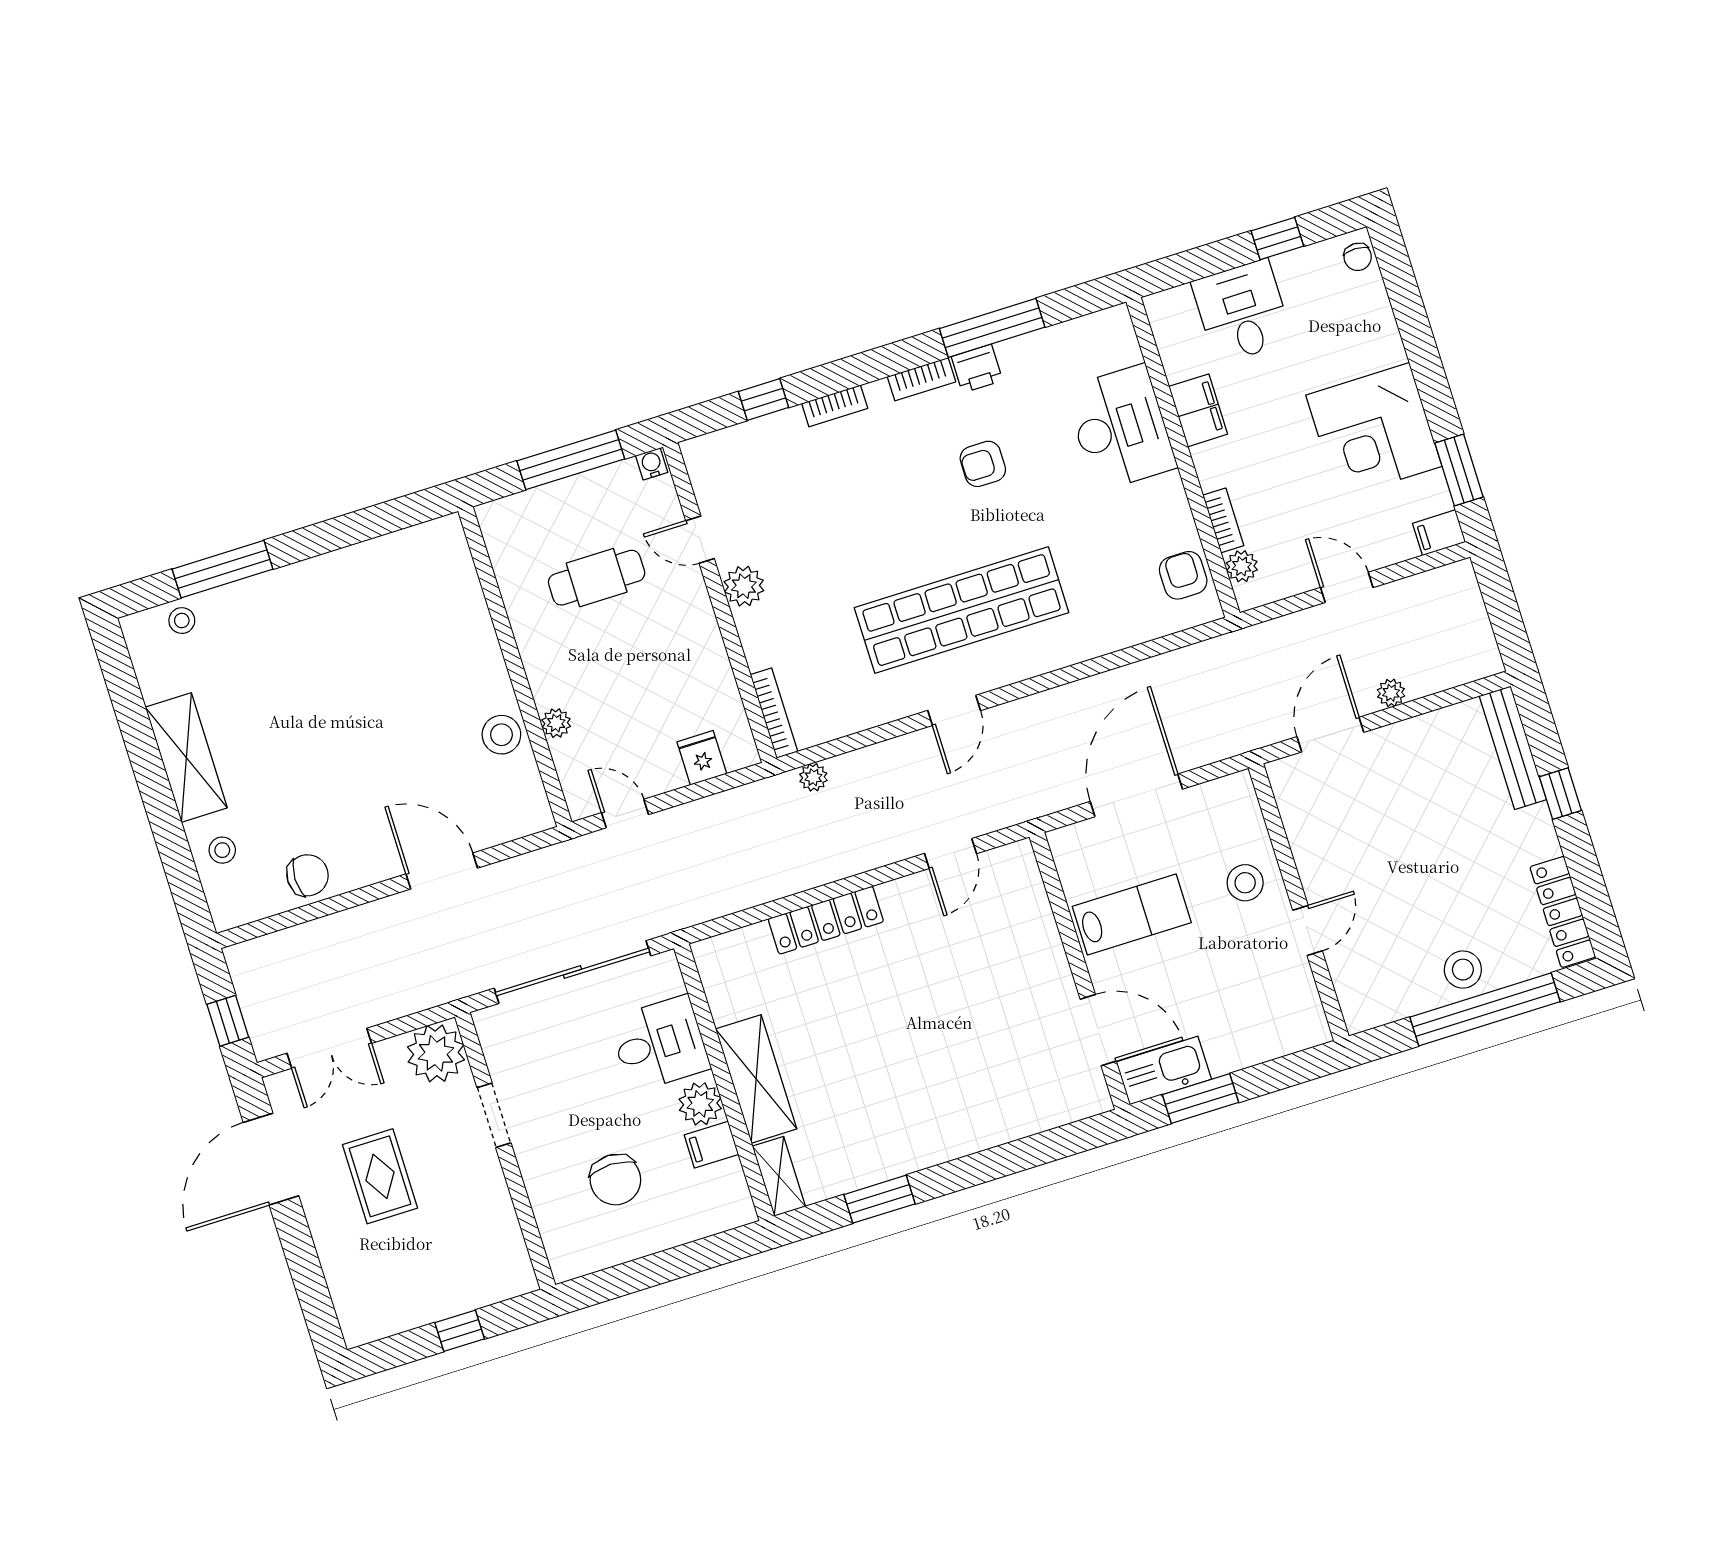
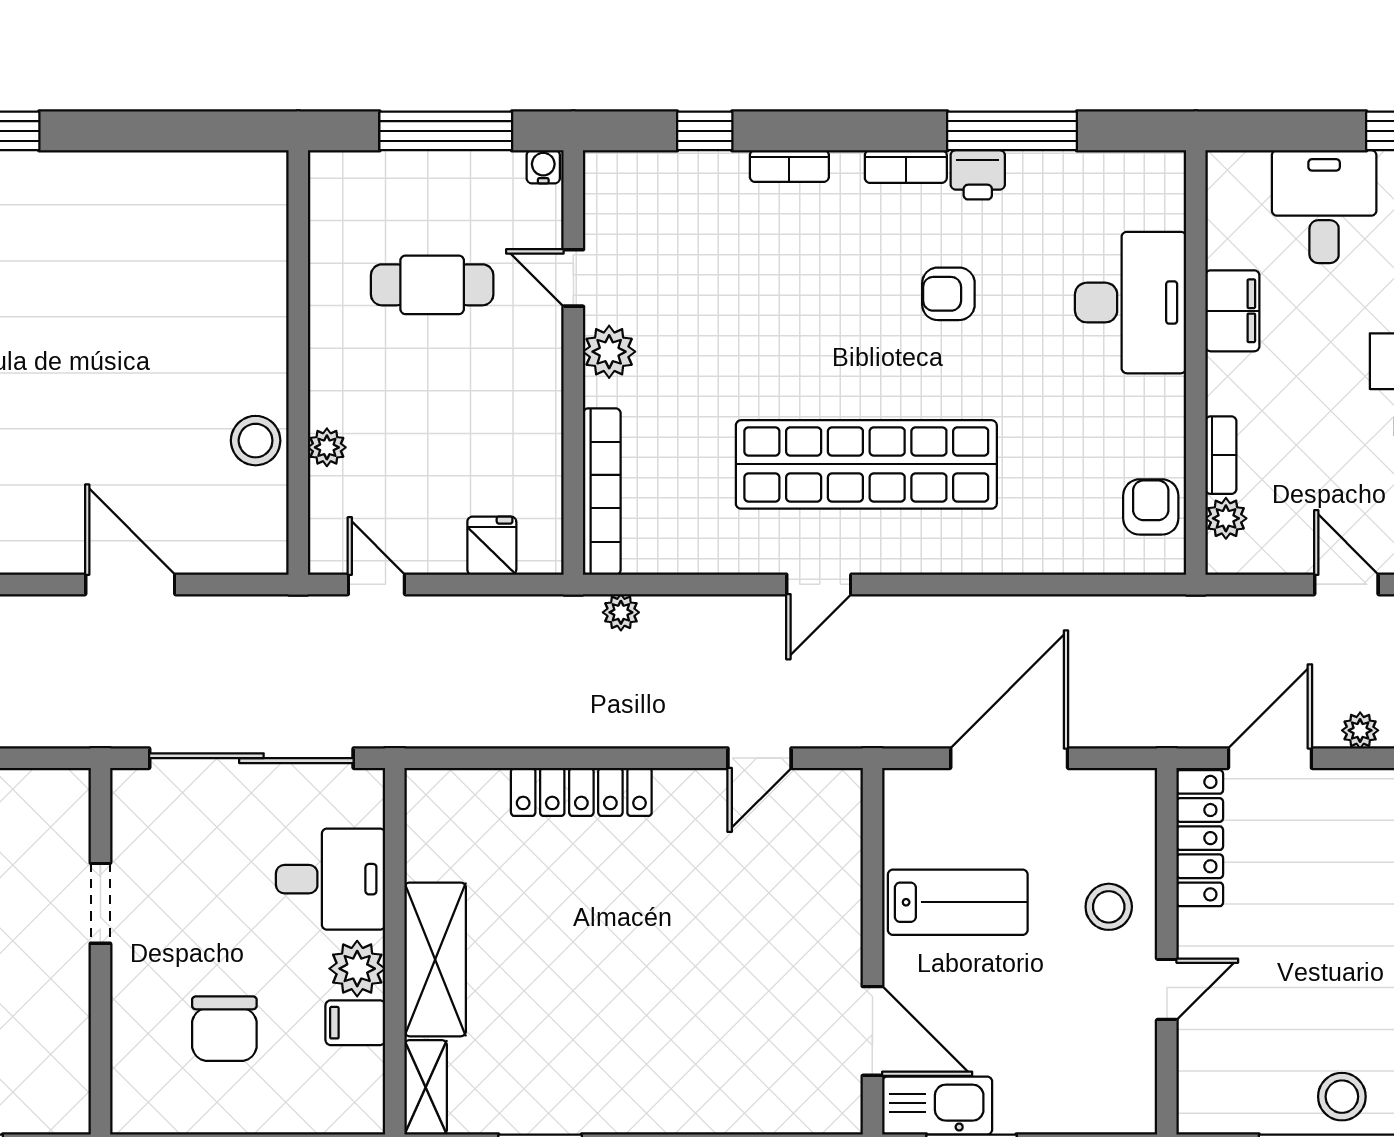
bookcase: (774, 713) -> (602, 492), width x1.48, depth x1.31
locker: (1297, 810) -> (1200, 838), added
plant: (436, 1053) -> (53, 805), removed

